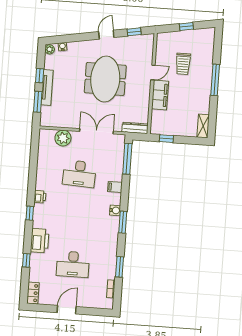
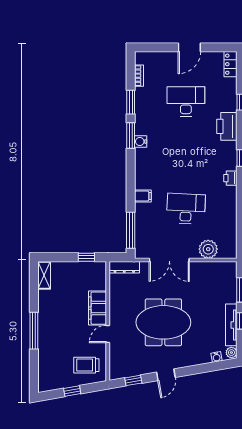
trolley: (183, 64) -> (86, 365), moved, turned -90
meeting table: (105, 79) -> (163, 322), turned 90
tv unit: (47, 87) -> (231, 325), moved
water cooler: (115, 210) -> (141, 141), moved
window: (123, 222) -> (131, 135), moved

